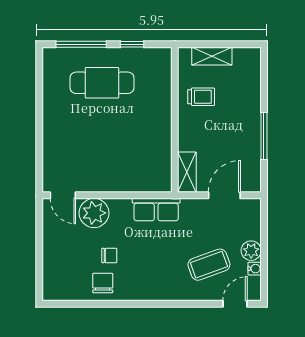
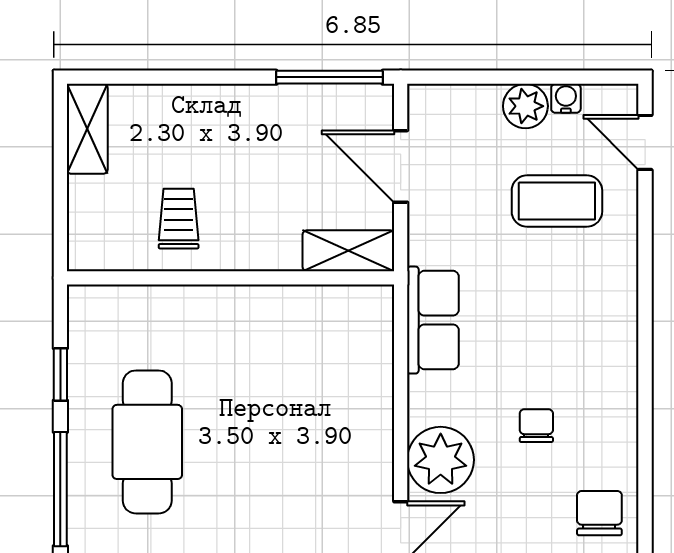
shelving: (212, 56) -> (87, 129), moved
window: (264, 136) -> (329, 77), moved
coffee table: (209, 265) -> (557, 201), turned -70
chair: (103, 283) -> (599, 513), moved, turned 90

